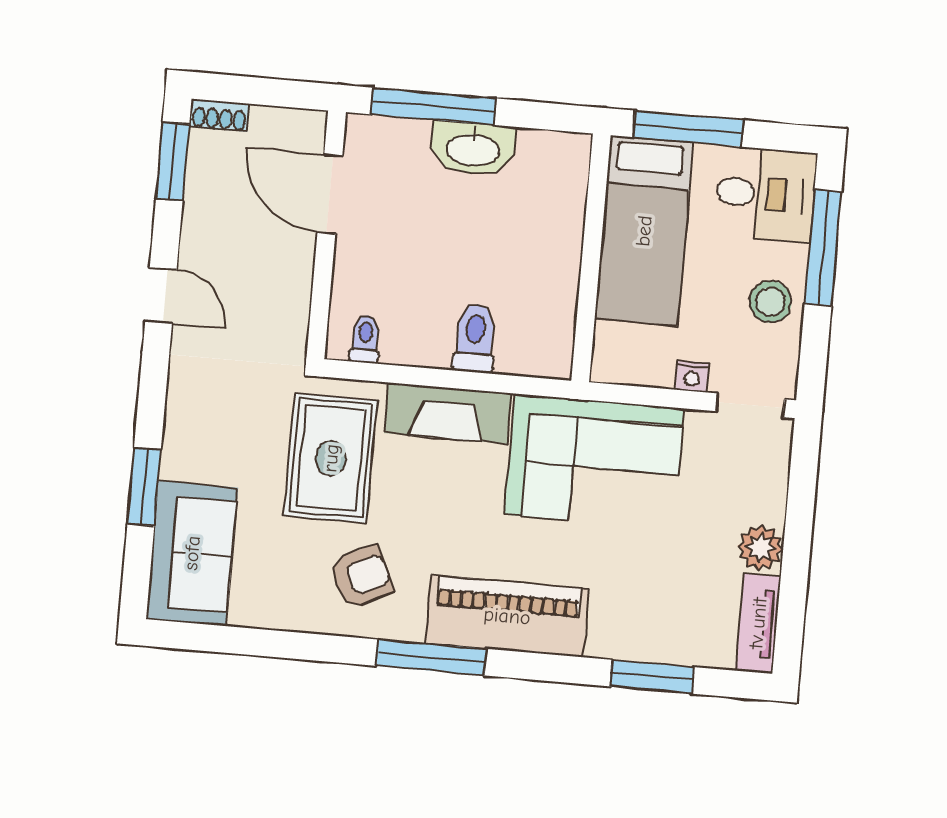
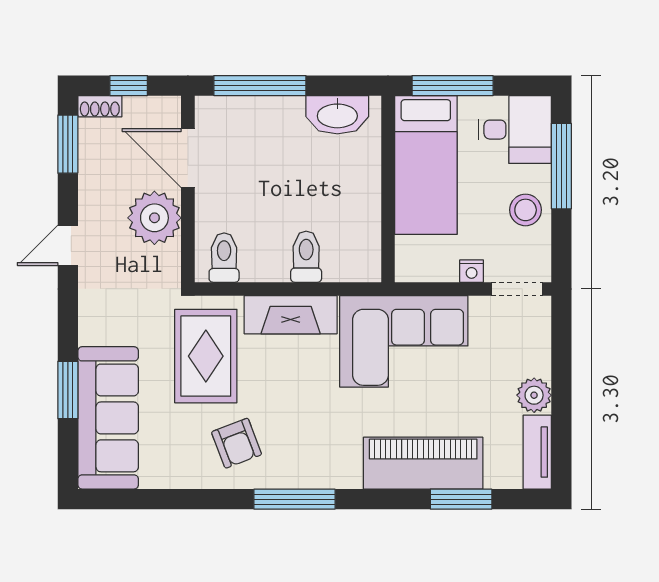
window: (260, 91) -> (129, 86), added
washbasin: (473, 149) -> (337, 115), moved
plant: (279, 269) -> (154, 218), added
door: (161, 296) -> (68, 245), swing flipped
toilet: (365, 339) -> (224, 258), width x1.37, depth x1.39
sofa: (192, 553) -> (108, 418), width x1.36
armchair: (361, 577) -> (237, 443), turned 94
piano: (507, 616) -> (423, 463), moved

